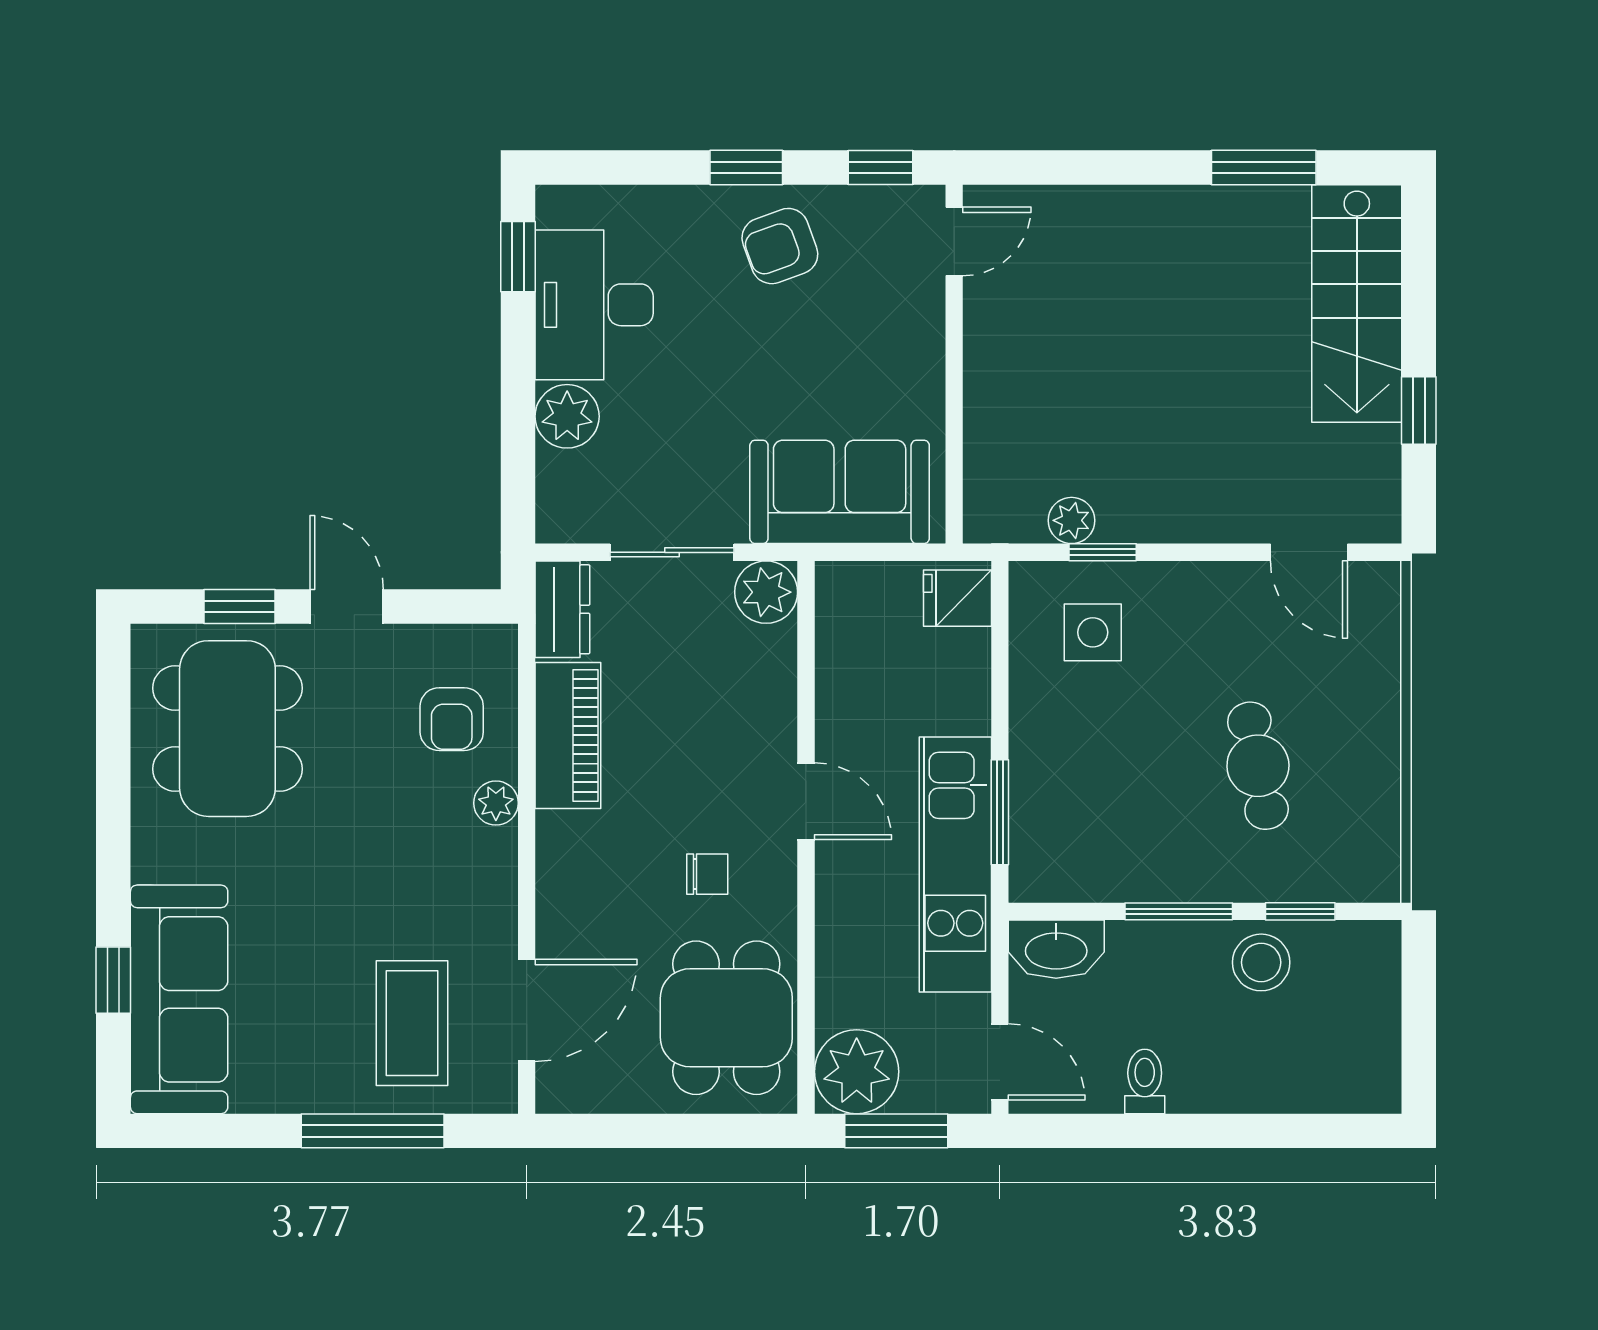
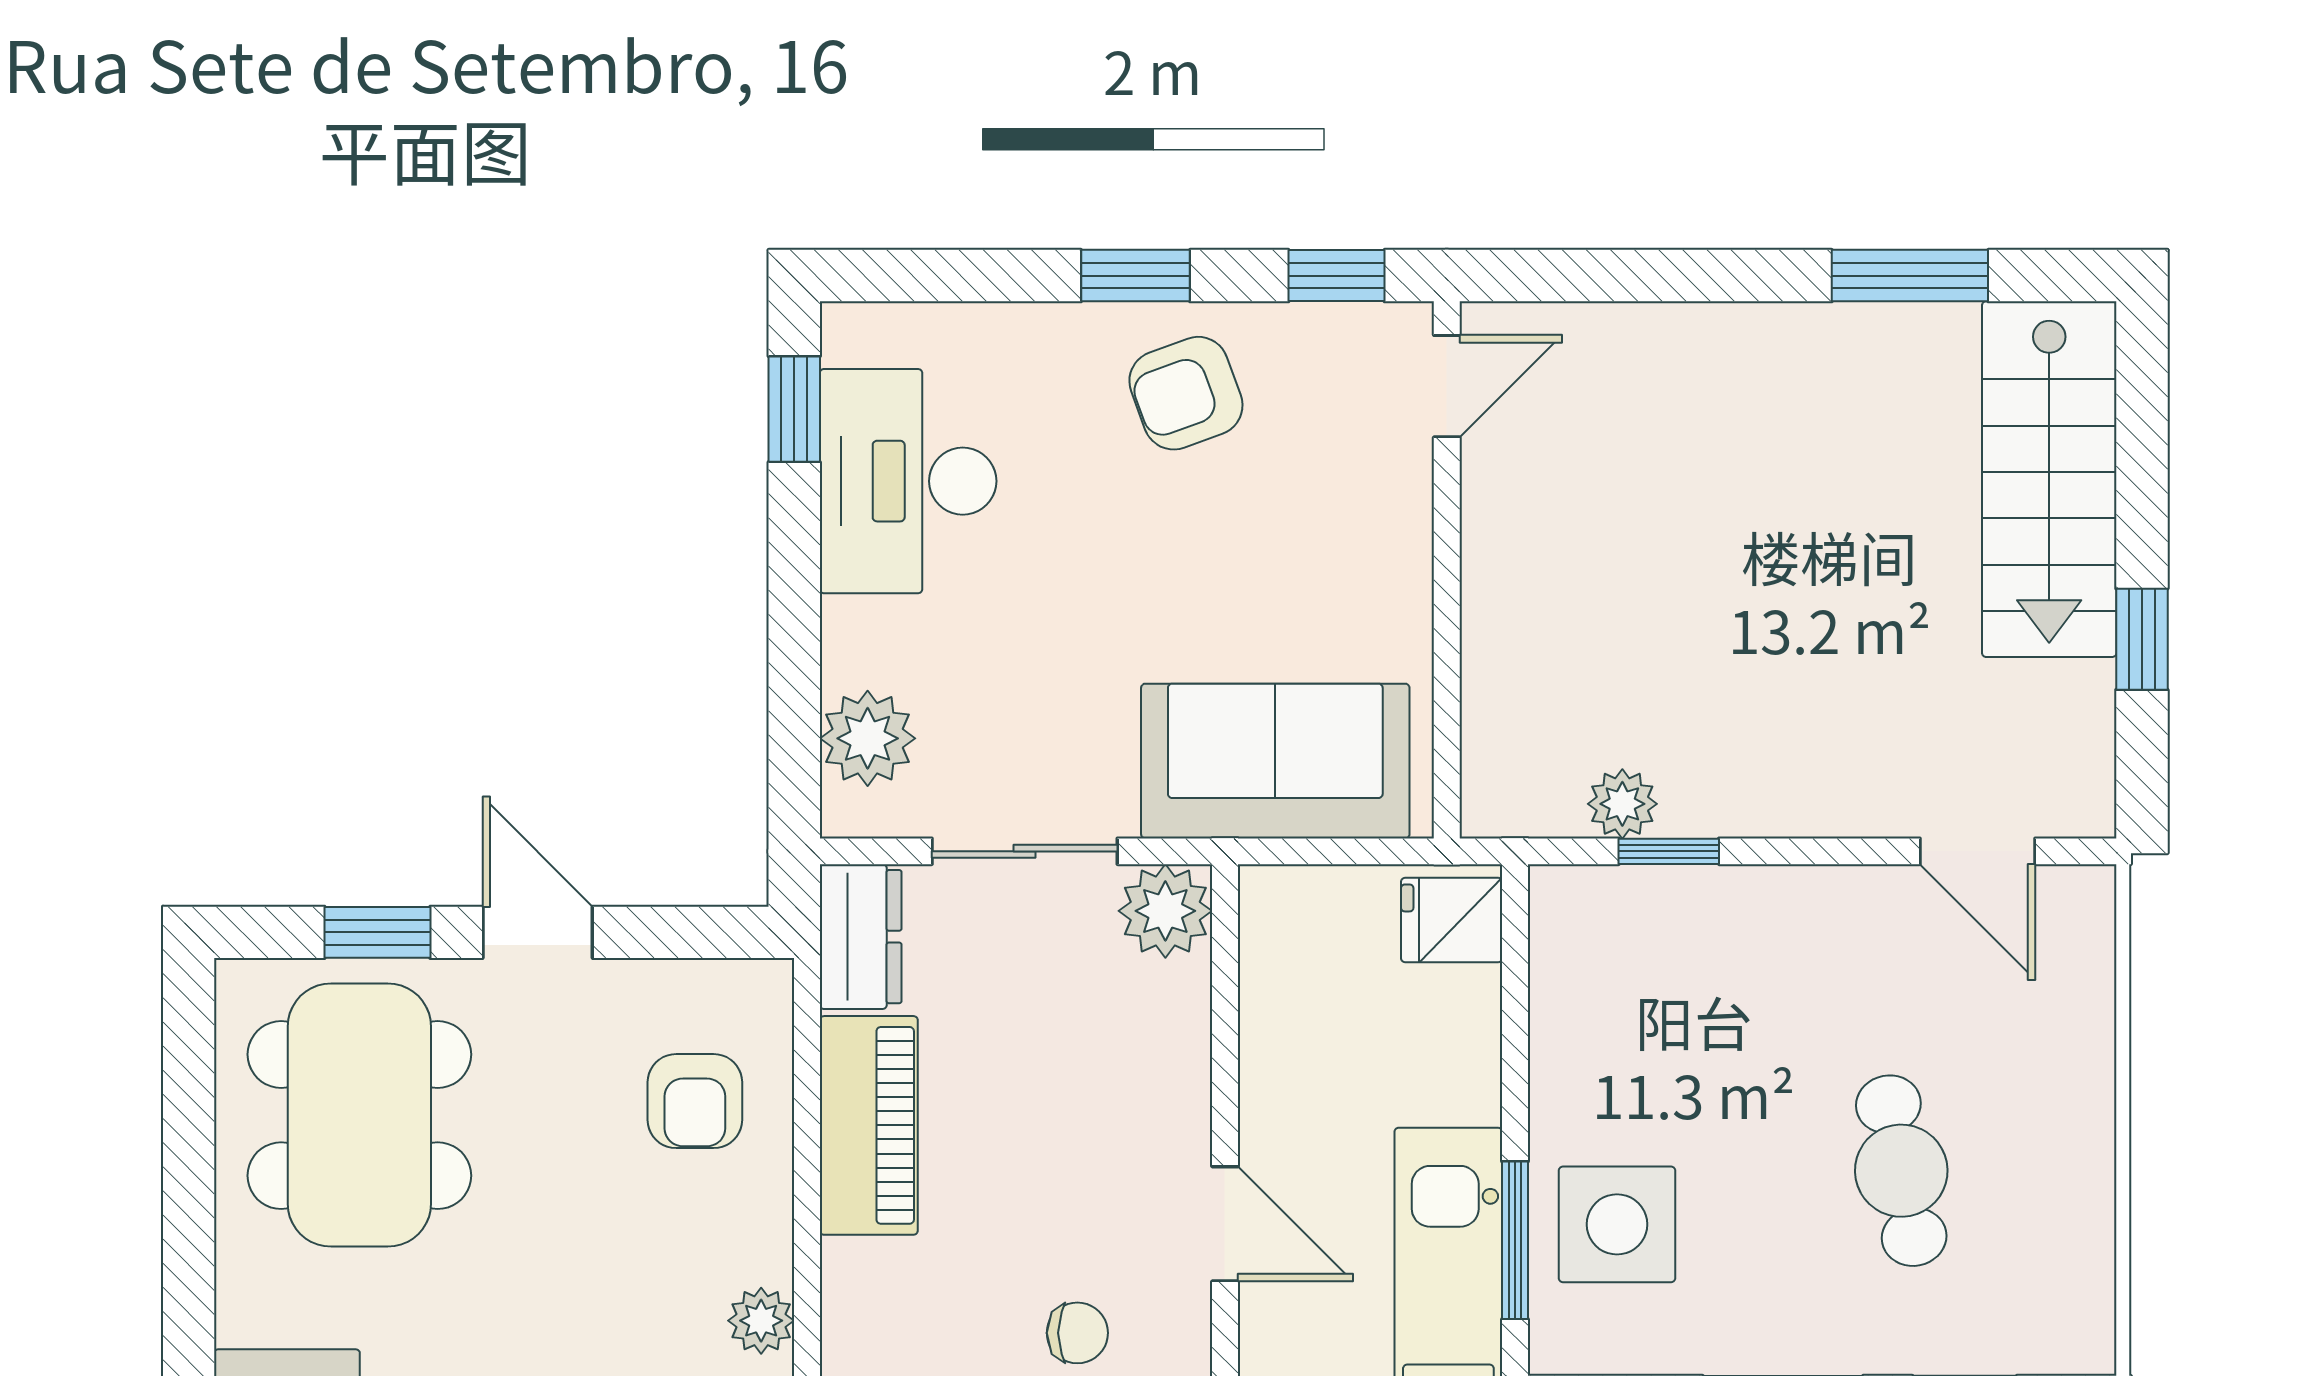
plant: (567, 416) -> (868, 738), moved
side table: (1093, 632) -> (1617, 1224), moved, width x1.37, depth x1.37
plant: (496, 803) -> (761, 1321), moved

